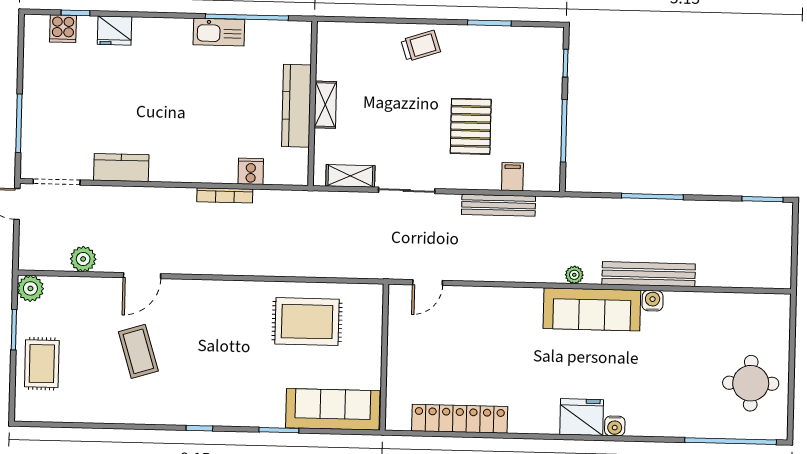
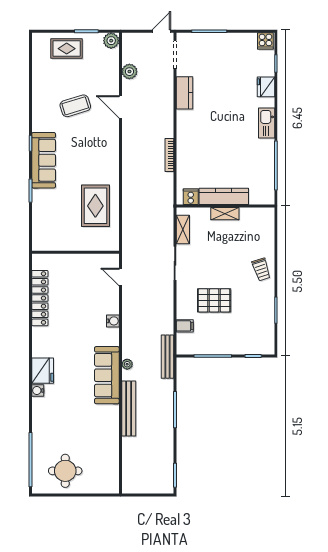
cooker: (63, 29) -> (265, 41), moved, turned -90
kitchen sink: (219, 32) -> (267, 123), moved
cooker: (251, 171) -> (191, 197), moved, turned -90
bench: (499, 205) -> (167, 357), moved
water cooler: (653, 301) -> (113, 321), moved
sofa: (333, 409) -> (44, 160), moved

